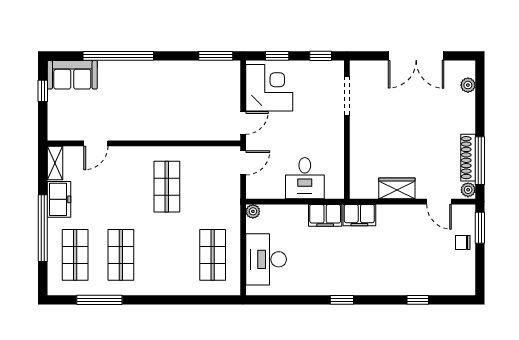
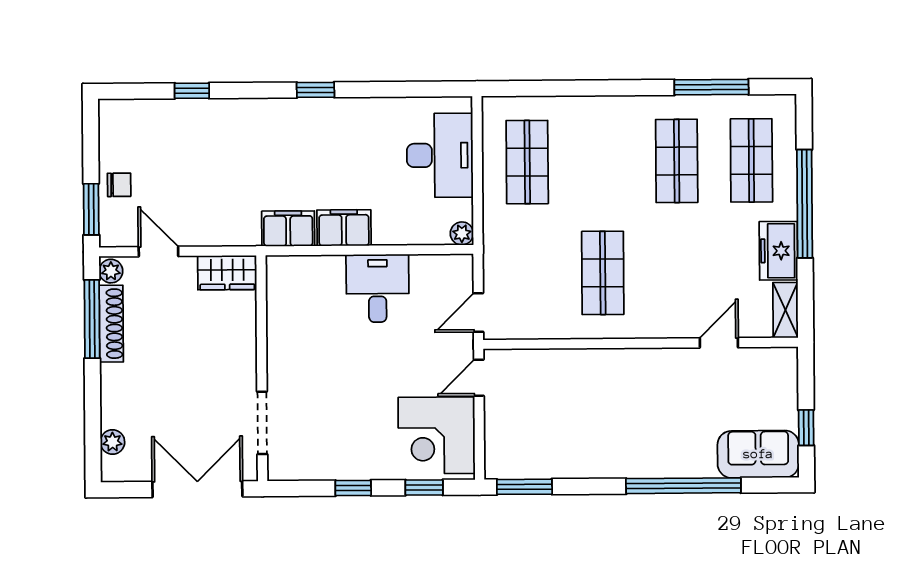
doorway: (347, 96) -> (262, 423), moved
wall: (347, 130) -> (262, 368), moved

